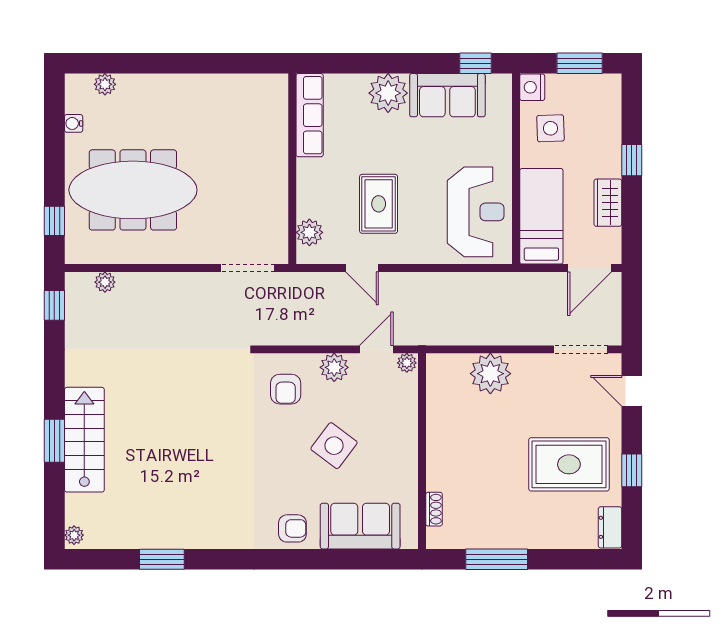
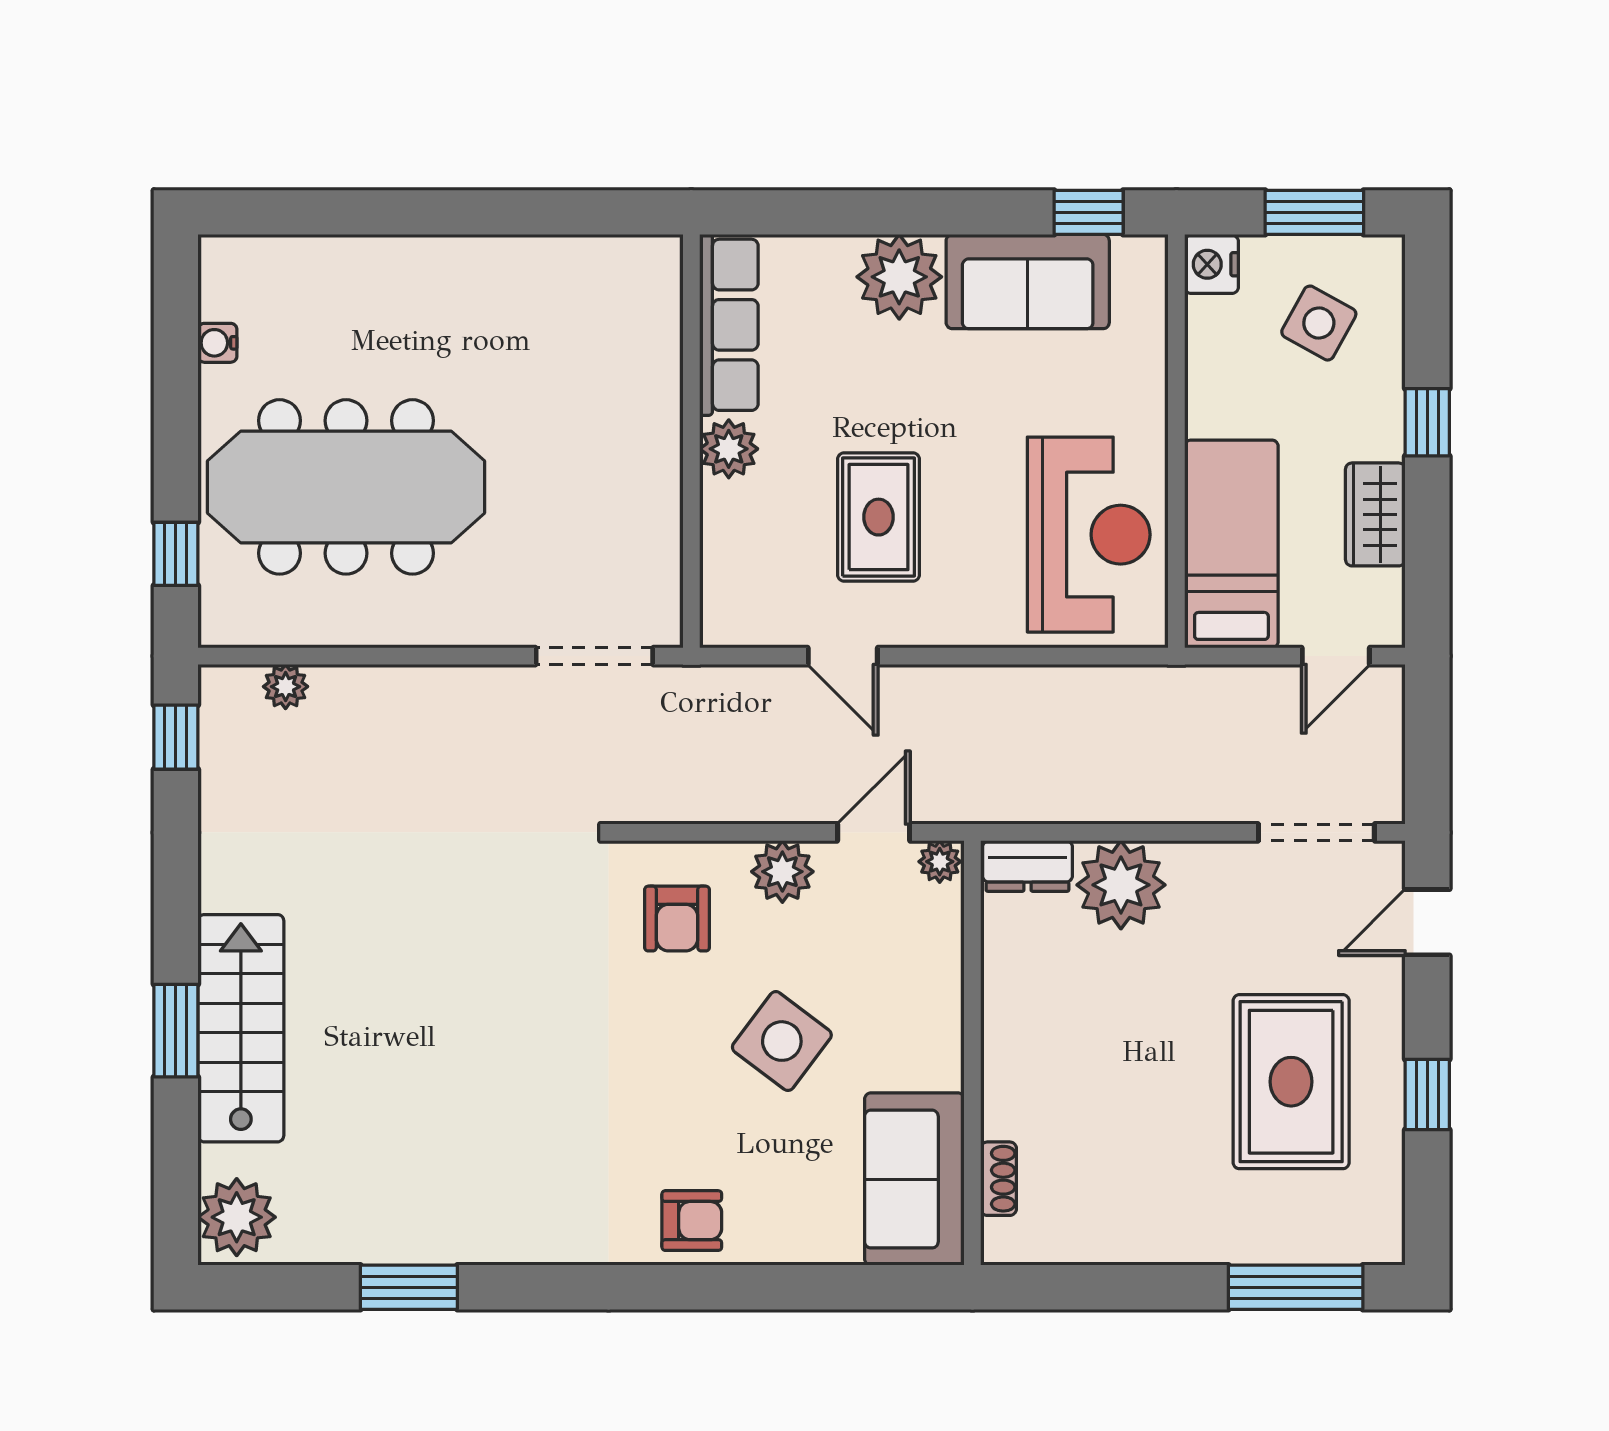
plant: (105, 84) -> (285, 258), removed
side table: (550, 128) -> (1319, 323), moved, turned 31
plant: (309, 232) -> (729, 449), moved
door: (590, 268) -> (1336, 656), width x0.73
door: (632, 391) -> (1427, 922), hinge flipped
rug: (569, 464) -> (1291, 1082), turned 90
sofa: (360, 526) -> (914, 1179), moved, turned -90
dresser: (610, 527) -> (1027, 866), moved, turned -90
plant: (74, 535) -> (237, 1217), width x1.88, depth x1.88
window: (497, 559) -> (1296, 1287), moved

